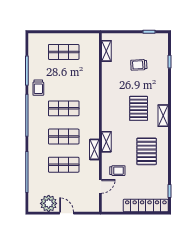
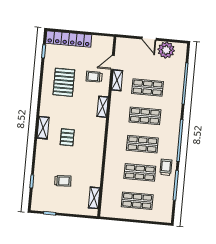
shop shelf: (64, 80) -> (140, 172), added
pallet: (139, 108) -> (67, 137), width x0.67, depth x0.71
shelving: (94, 149) -> (117, 80), moved
pallet: (147, 151) -> (64, 82), moved

